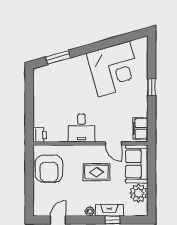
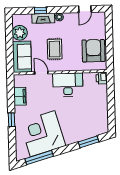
window: (119, 40) -> (39, 158), added
desk: (81, 128) -> (68, 85), width x1.37
filing cabinet: (140, 129) -> (20, 96), moved
rug: (96, 172) -> (55, 49), turned 90

